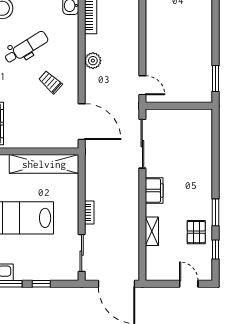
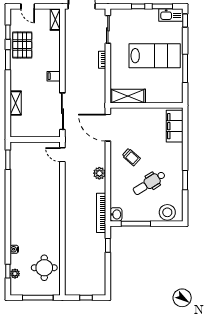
shelving: (205, 154) -> (16, 103), added
shelving: (44, 164) -> (128, 96), width x0.68
filing cabinet: (154, 190) -> (54, 76), width x0.50
shelving: (152, 231) -> (55, 20), moved
pallet: (196, 232) -> (22, 45), width x1.50, depth x1.42

